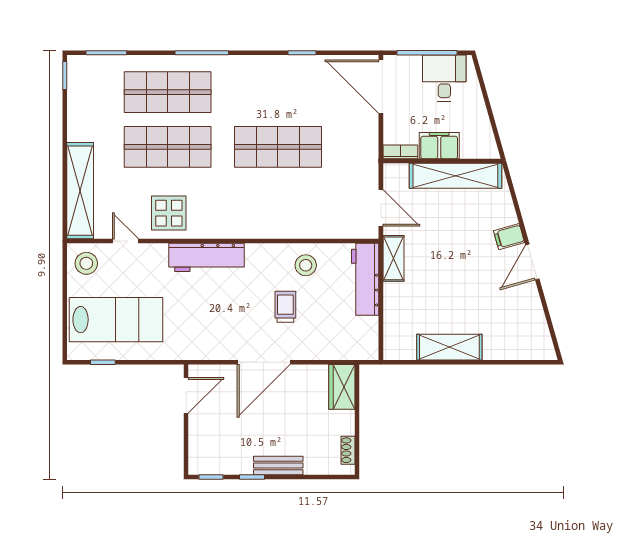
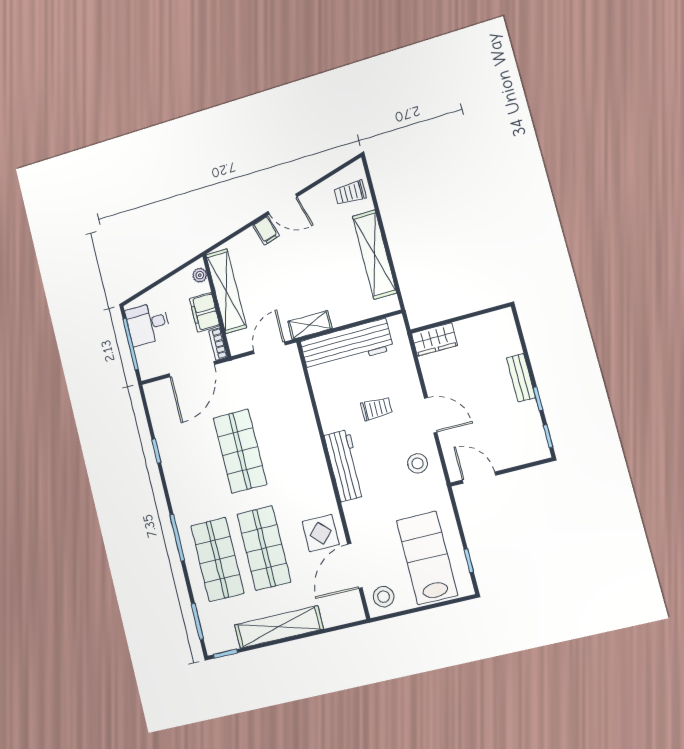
door: (381, 87) -> (192, 369), moved
plant: (481, 150) -> (200, 275), added
shelving: (80, 191) -> (279, 627), moved
door: (125, 241) -> (355, 566), width x1.87
workbench: (207, 257) -> (345, 466), moved
stool: (306, 265) -> (417, 463), moved
workbench: (365, 279) -> (347, 345), width x1.36, depth x1.32
trolley: (285, 307) -> (376, 409), turned 180
trolley: (523, 338) -> (350, 193), added
shelving: (449, 347) -> (374, 255), width x1.47
door: (264, 362) -> (431, 415), width x0.73
shoe rack: (348, 450) -> (490, 319), removed

